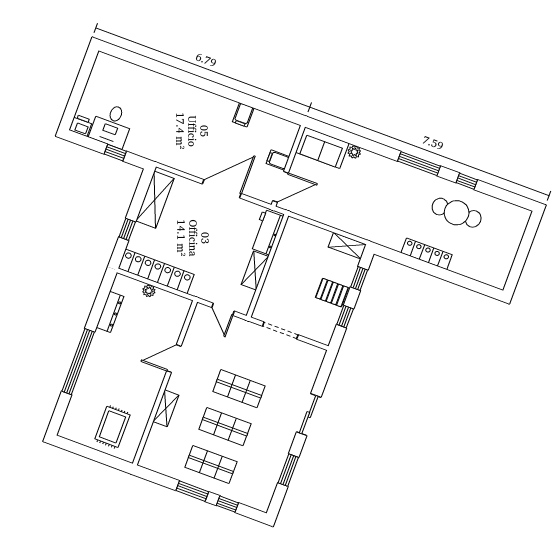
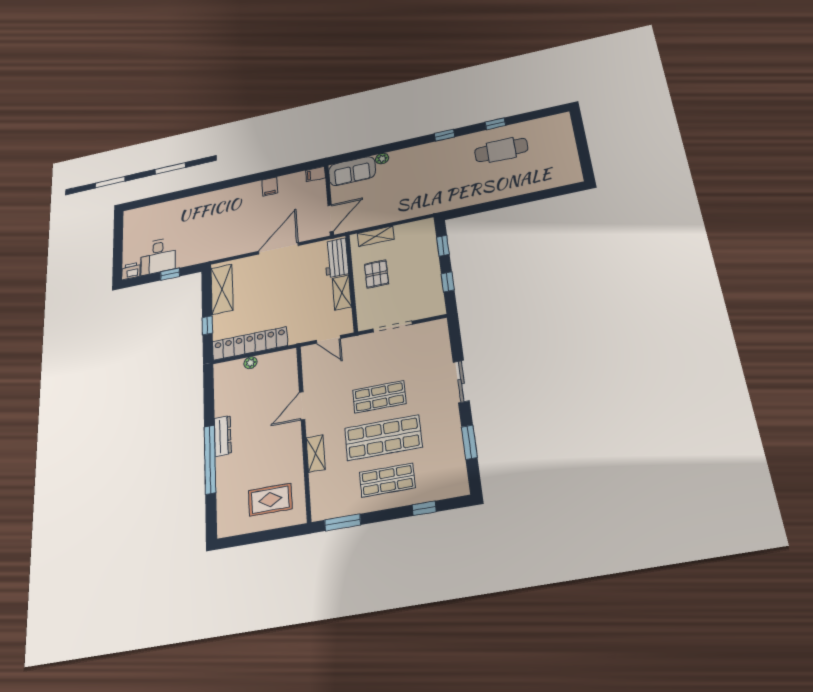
filing cabinet: (278, 160) -> (315, 174), moved
window: (419, 164) -> (445, 135), width x0.46
shelving: (347, 246) -> (376, 236), moved
locker: (427, 254) -> (494, 194), removed
pallet: (332, 293) -> (376, 274), moved, turned 90
dresser: (110, 312) -> (223, 436), moved
rug: (112, 427) -> (270, 500), turned 90
shop shelf: (225, 427) -> (383, 438), width x1.43, depth x1.36
window: (192, 491) -> (343, 522), moved

